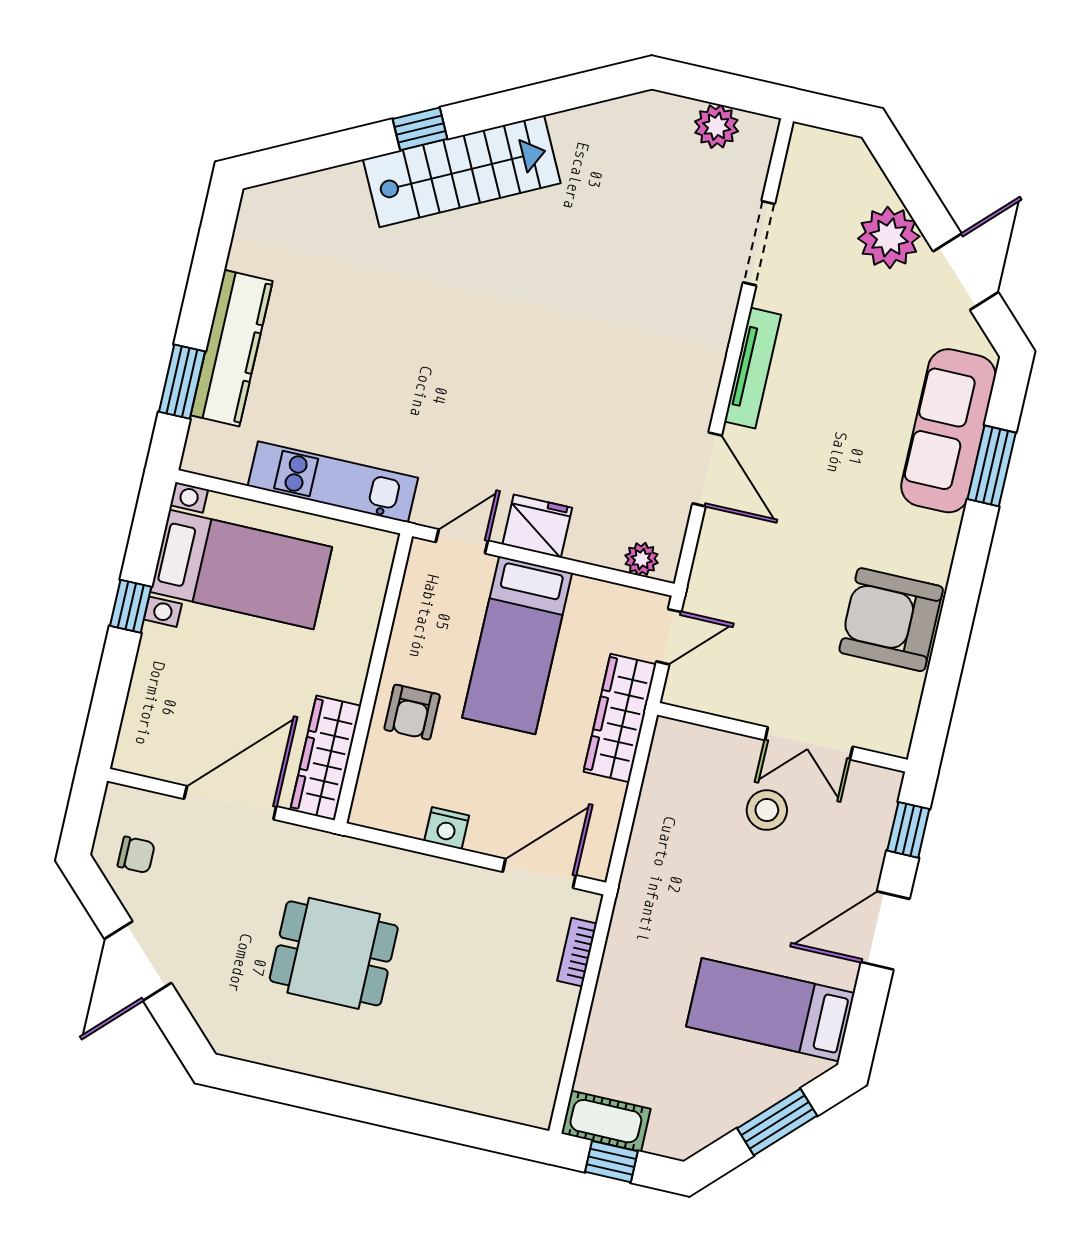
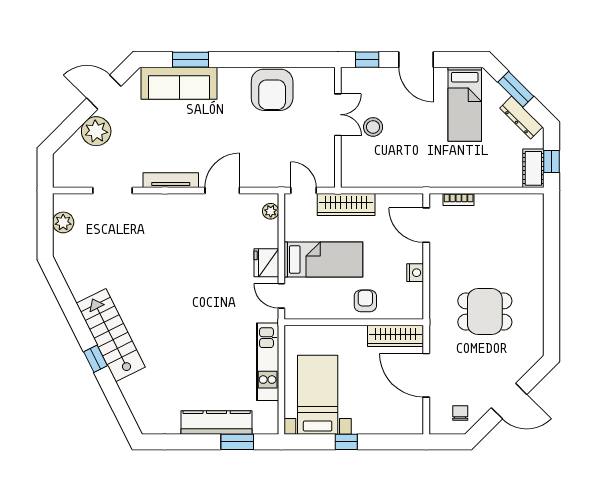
armchair: (412, 712) -> (365, 301), turned -90
dining table: (334, 953) -> (485, 312), turned 90
dresser: (716, 1120) -> (521, 118), added

